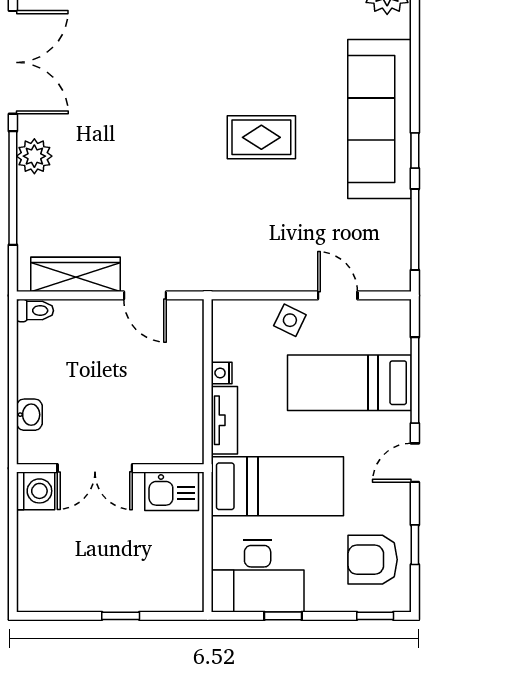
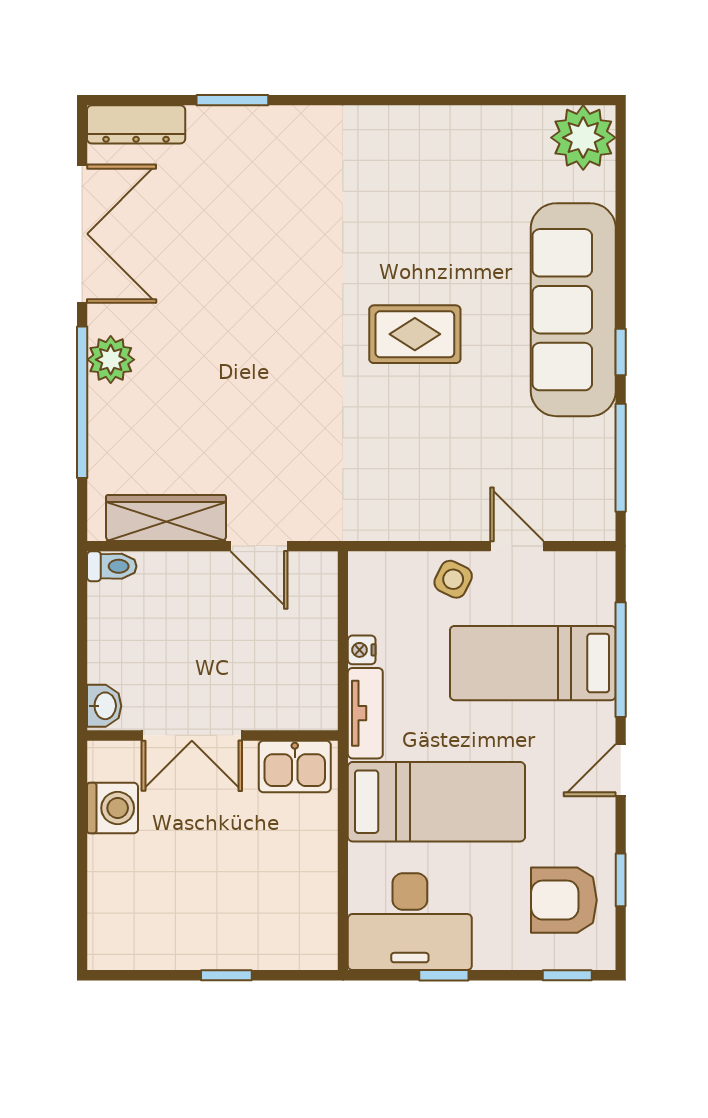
double door: (95, 468) -> (192, 735), moved
wall: (110, 468) -> (213, 735), moved
kitchen sink: (172, 491) -> (295, 766), moved

